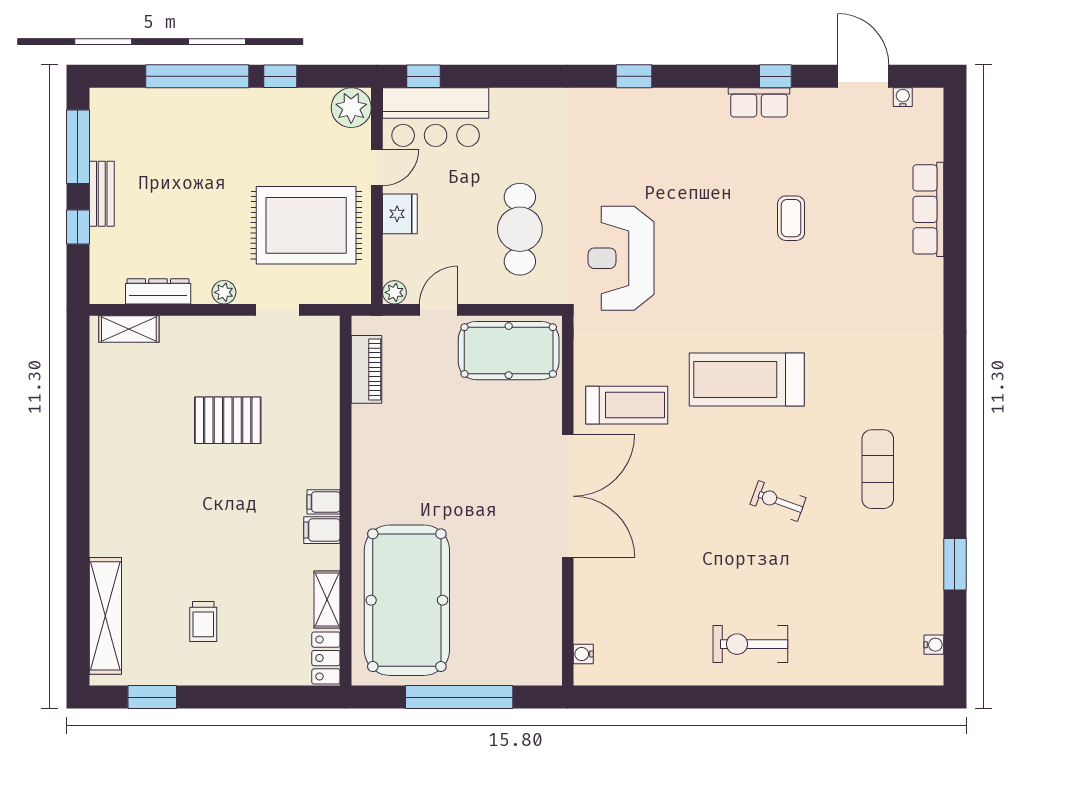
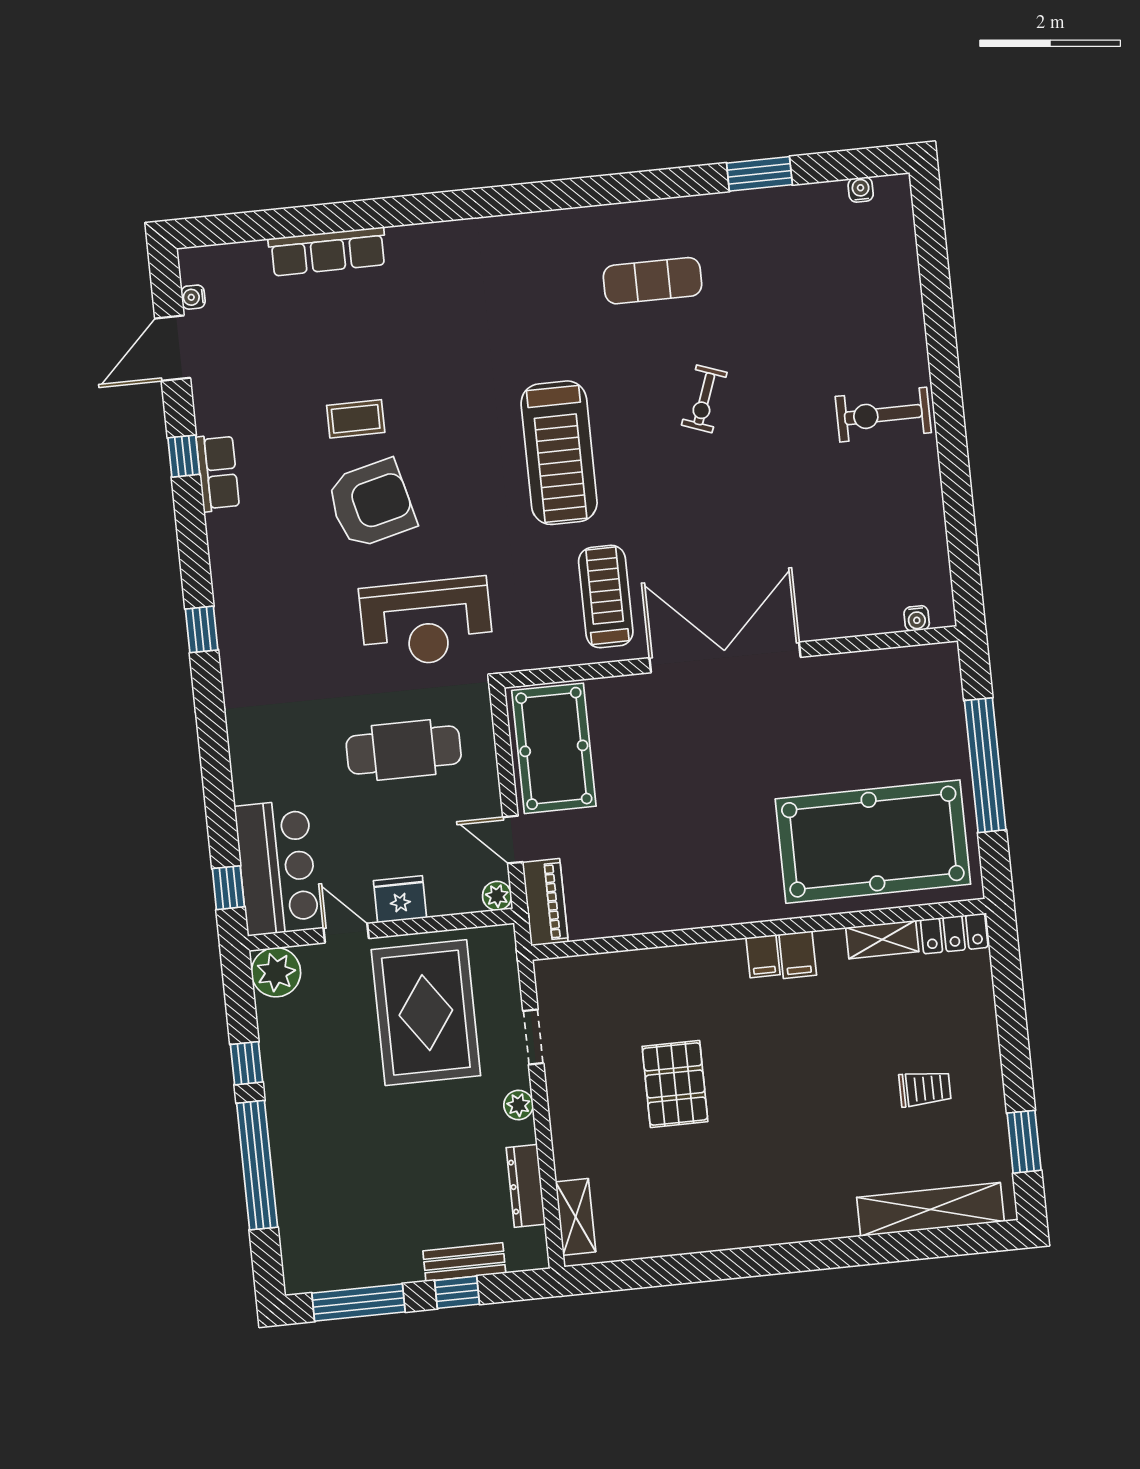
bench: (102, 194) -> (464, 1262), moved
armchair: (721, 224) -> (371, 504), added
piano: (367, 369) -> (545, 902), moved, turned 90
exercise bike: (750, 644) -> (883, 415), turned 90

